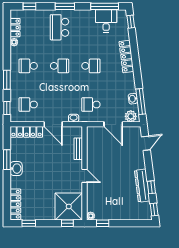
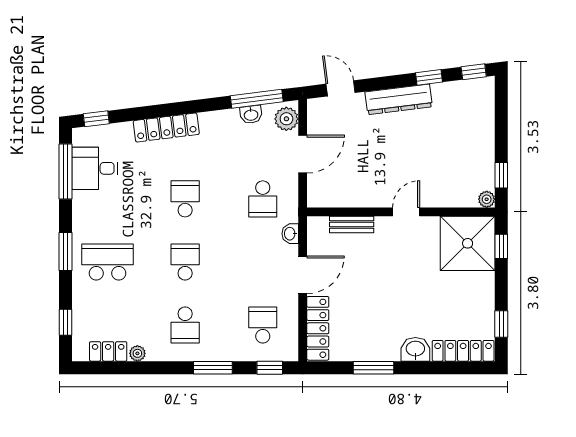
school desk: (60, 27) -> (108, 262), turned 180
school desk: (28, 105) -> (263, 325), turned 180
washbasin: (16, 169) -> (415, 349), moved
dresser: (142, 186) -> (399, 99), moved

